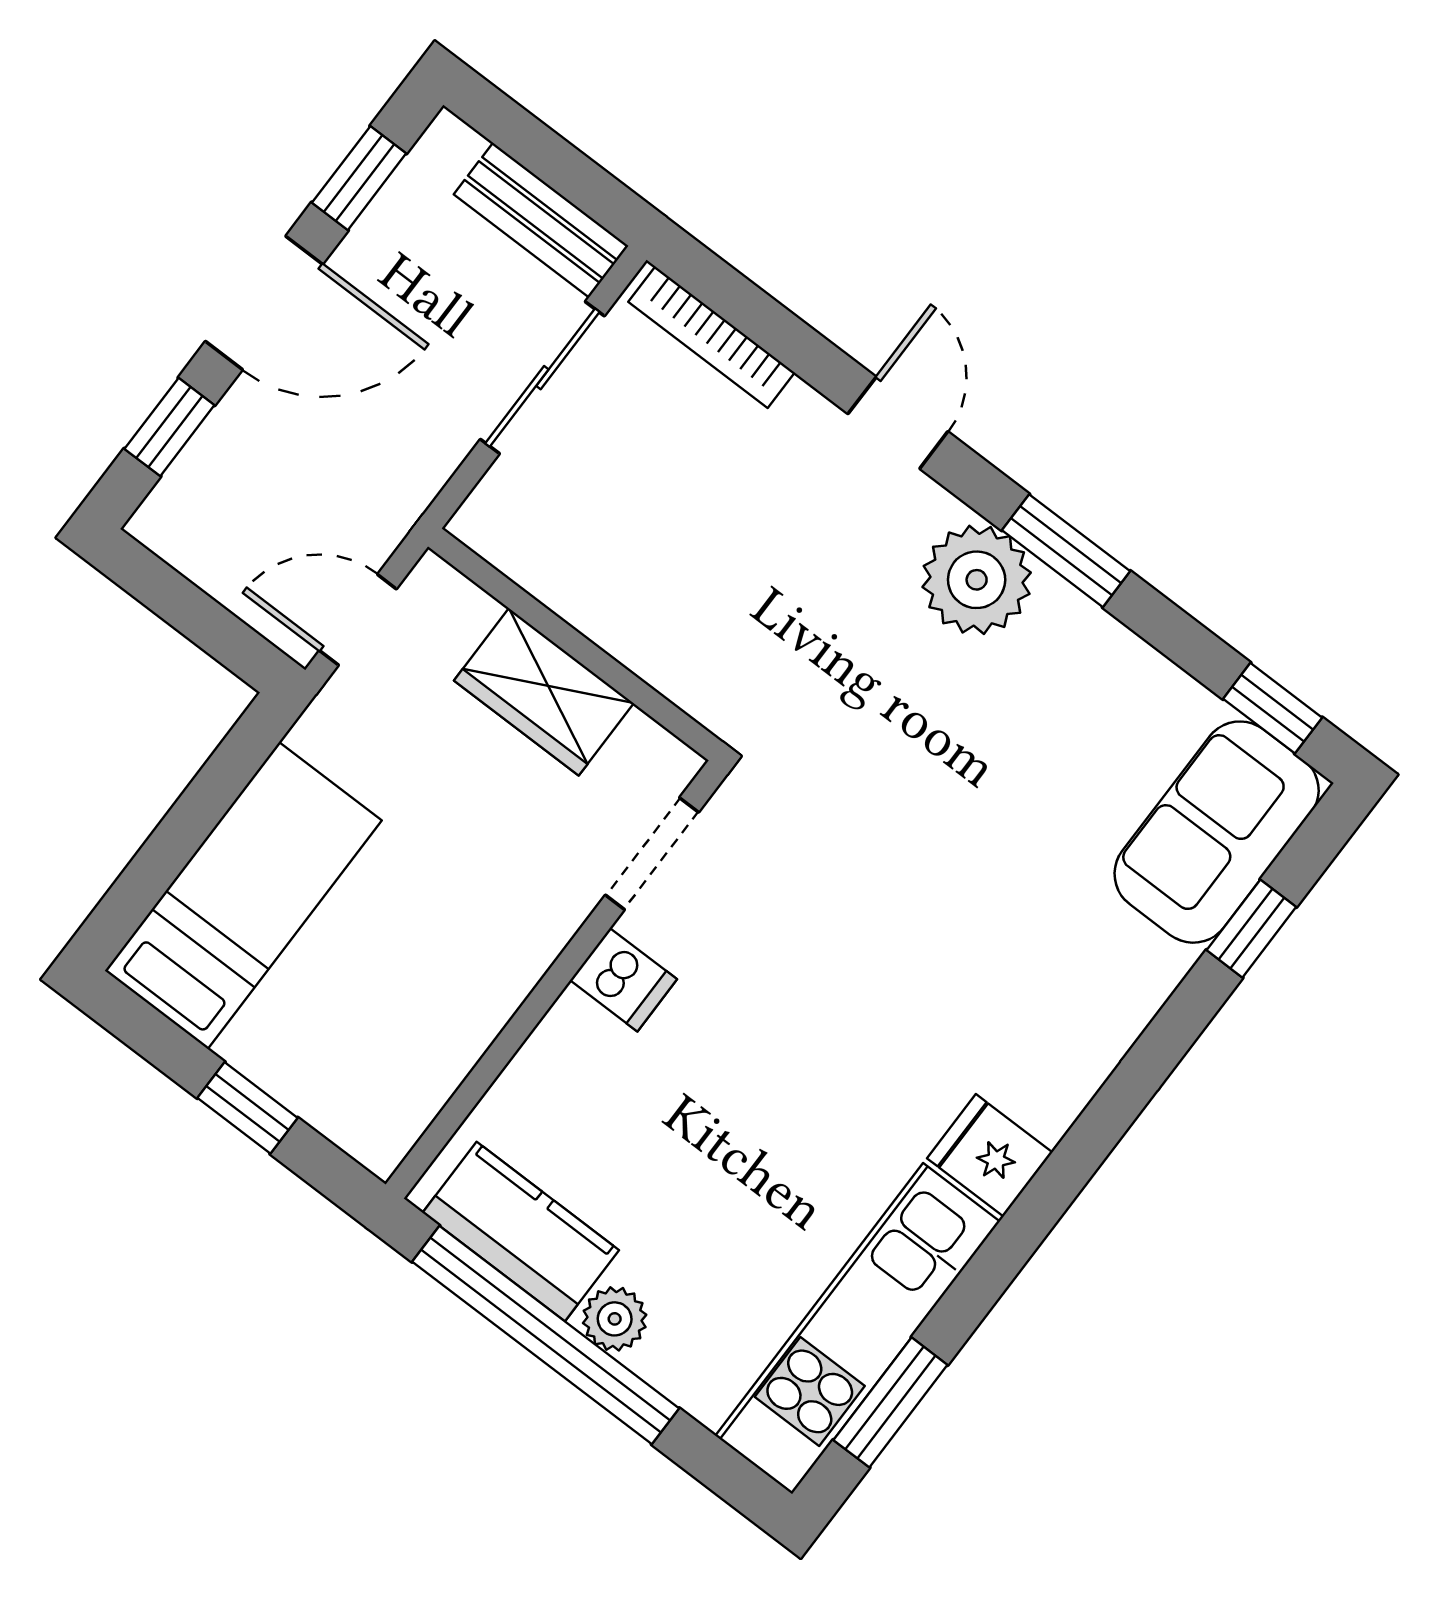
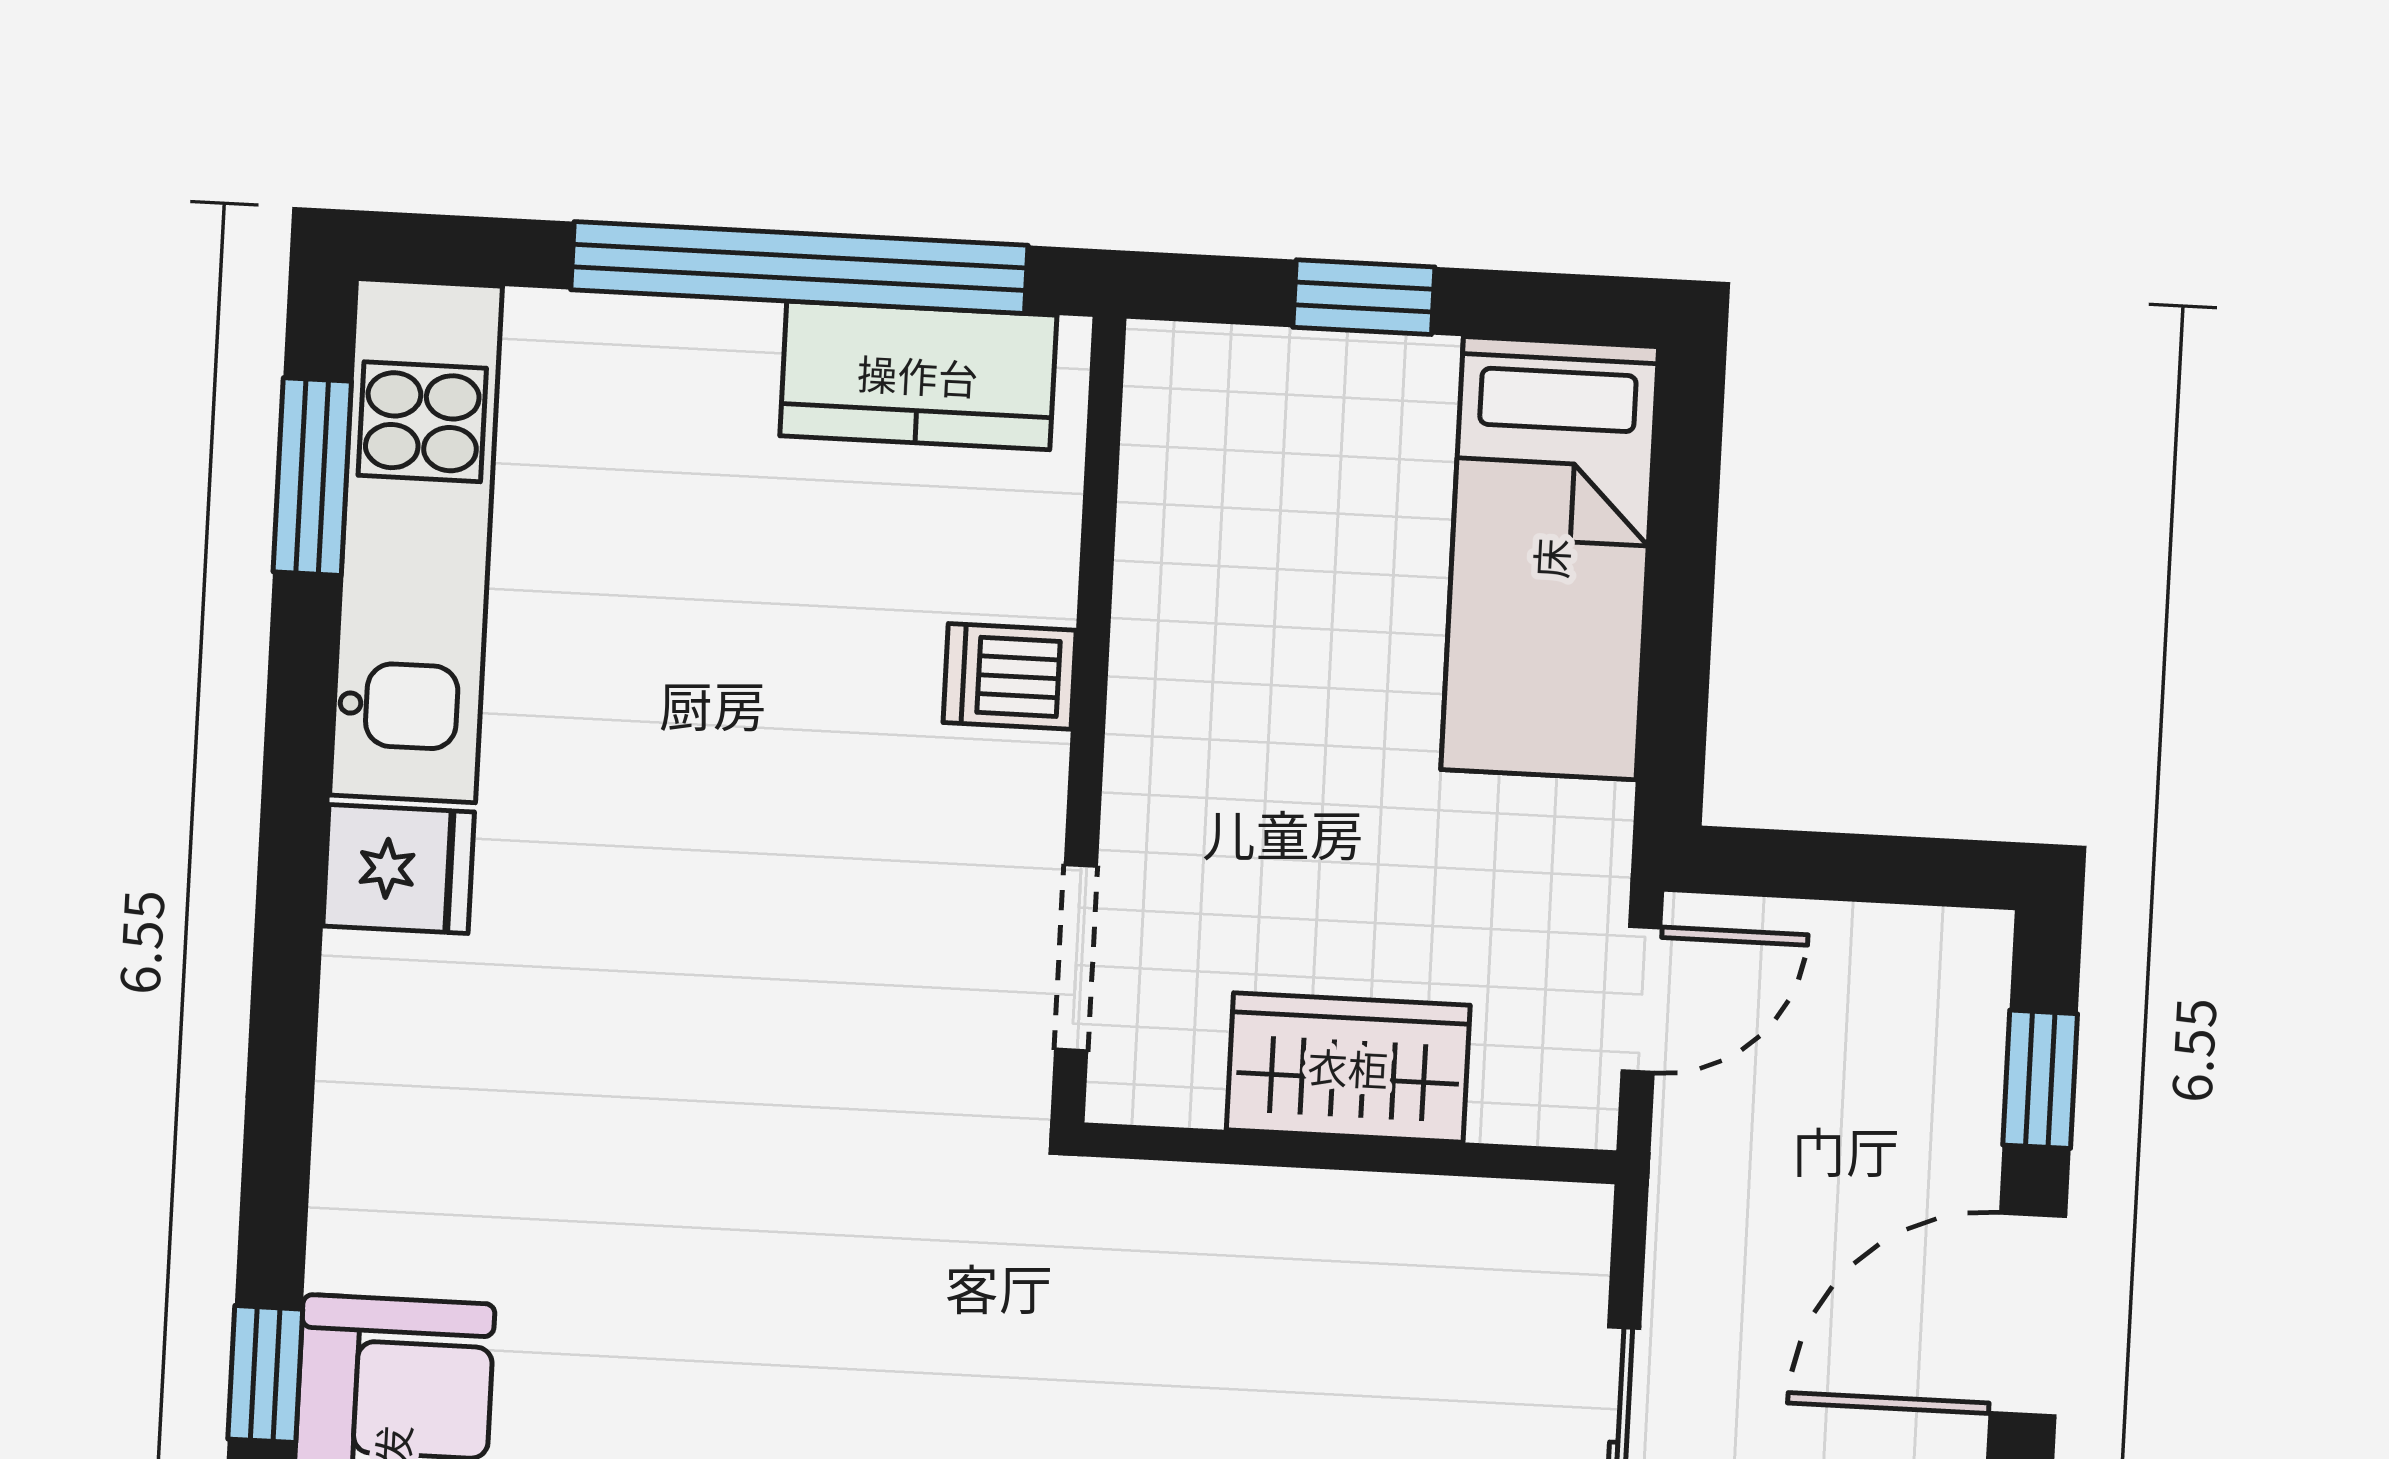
dishwasher: (623, 980) -> (1010, 676), moved
plant: (615, 1319) -> (727, 346), removed

